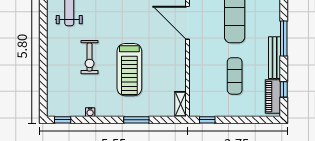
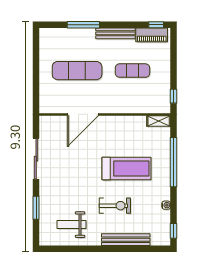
window: (284, 39) -> (83, 25), moved
bench: (53, 69) -> (126, 240), added
window: (284, 89) -> (156, 25), moved
window: (136, 120) -> (173, 162), width x2.11

